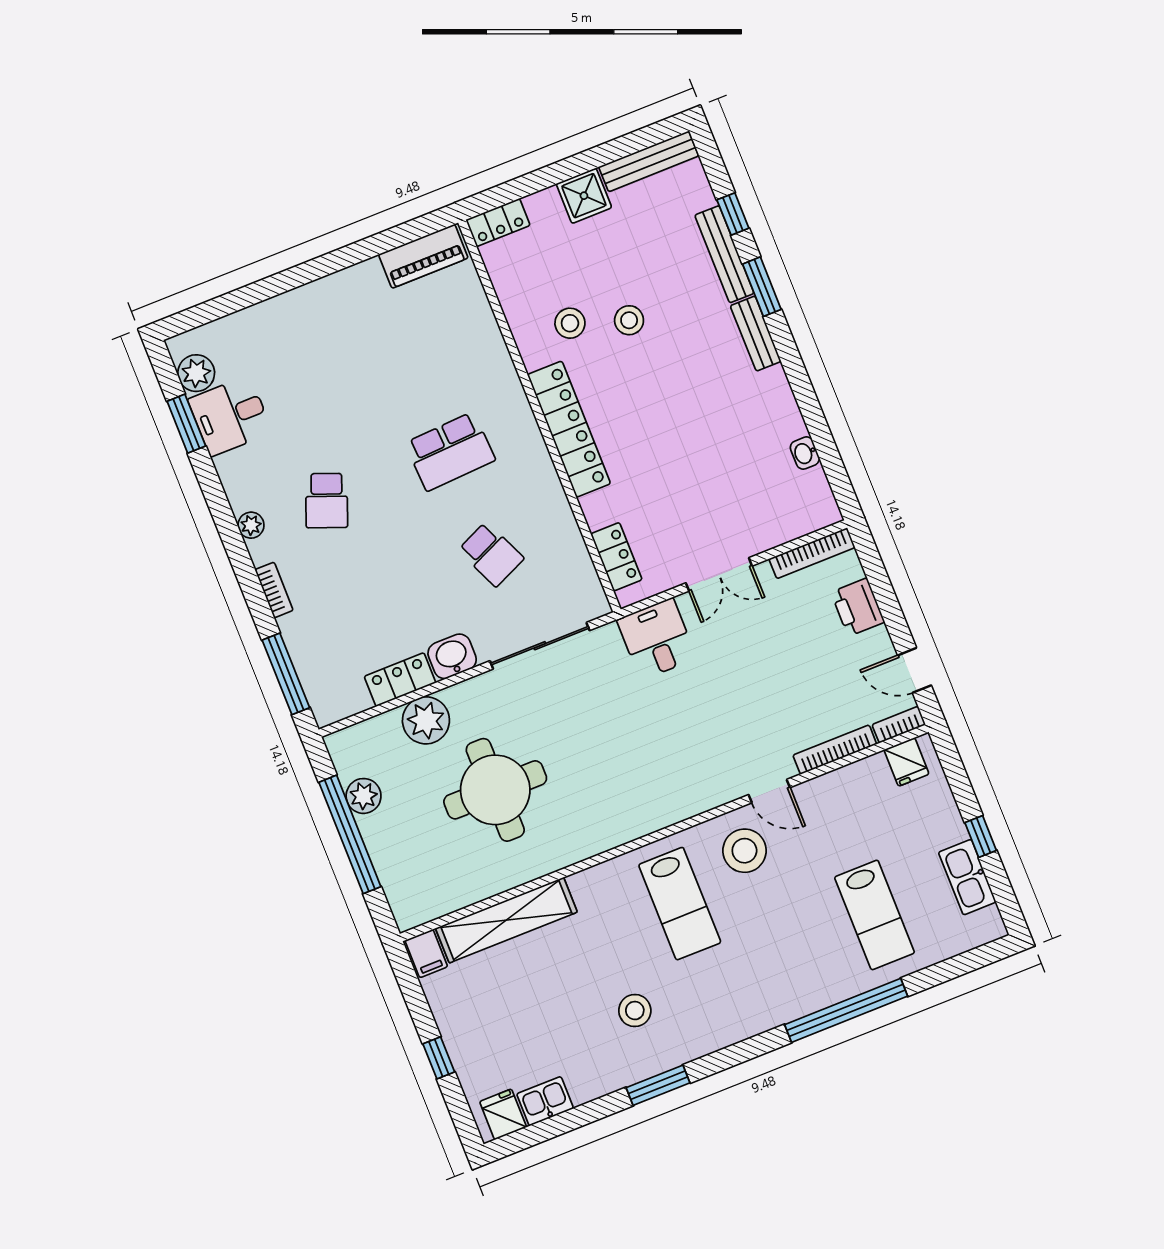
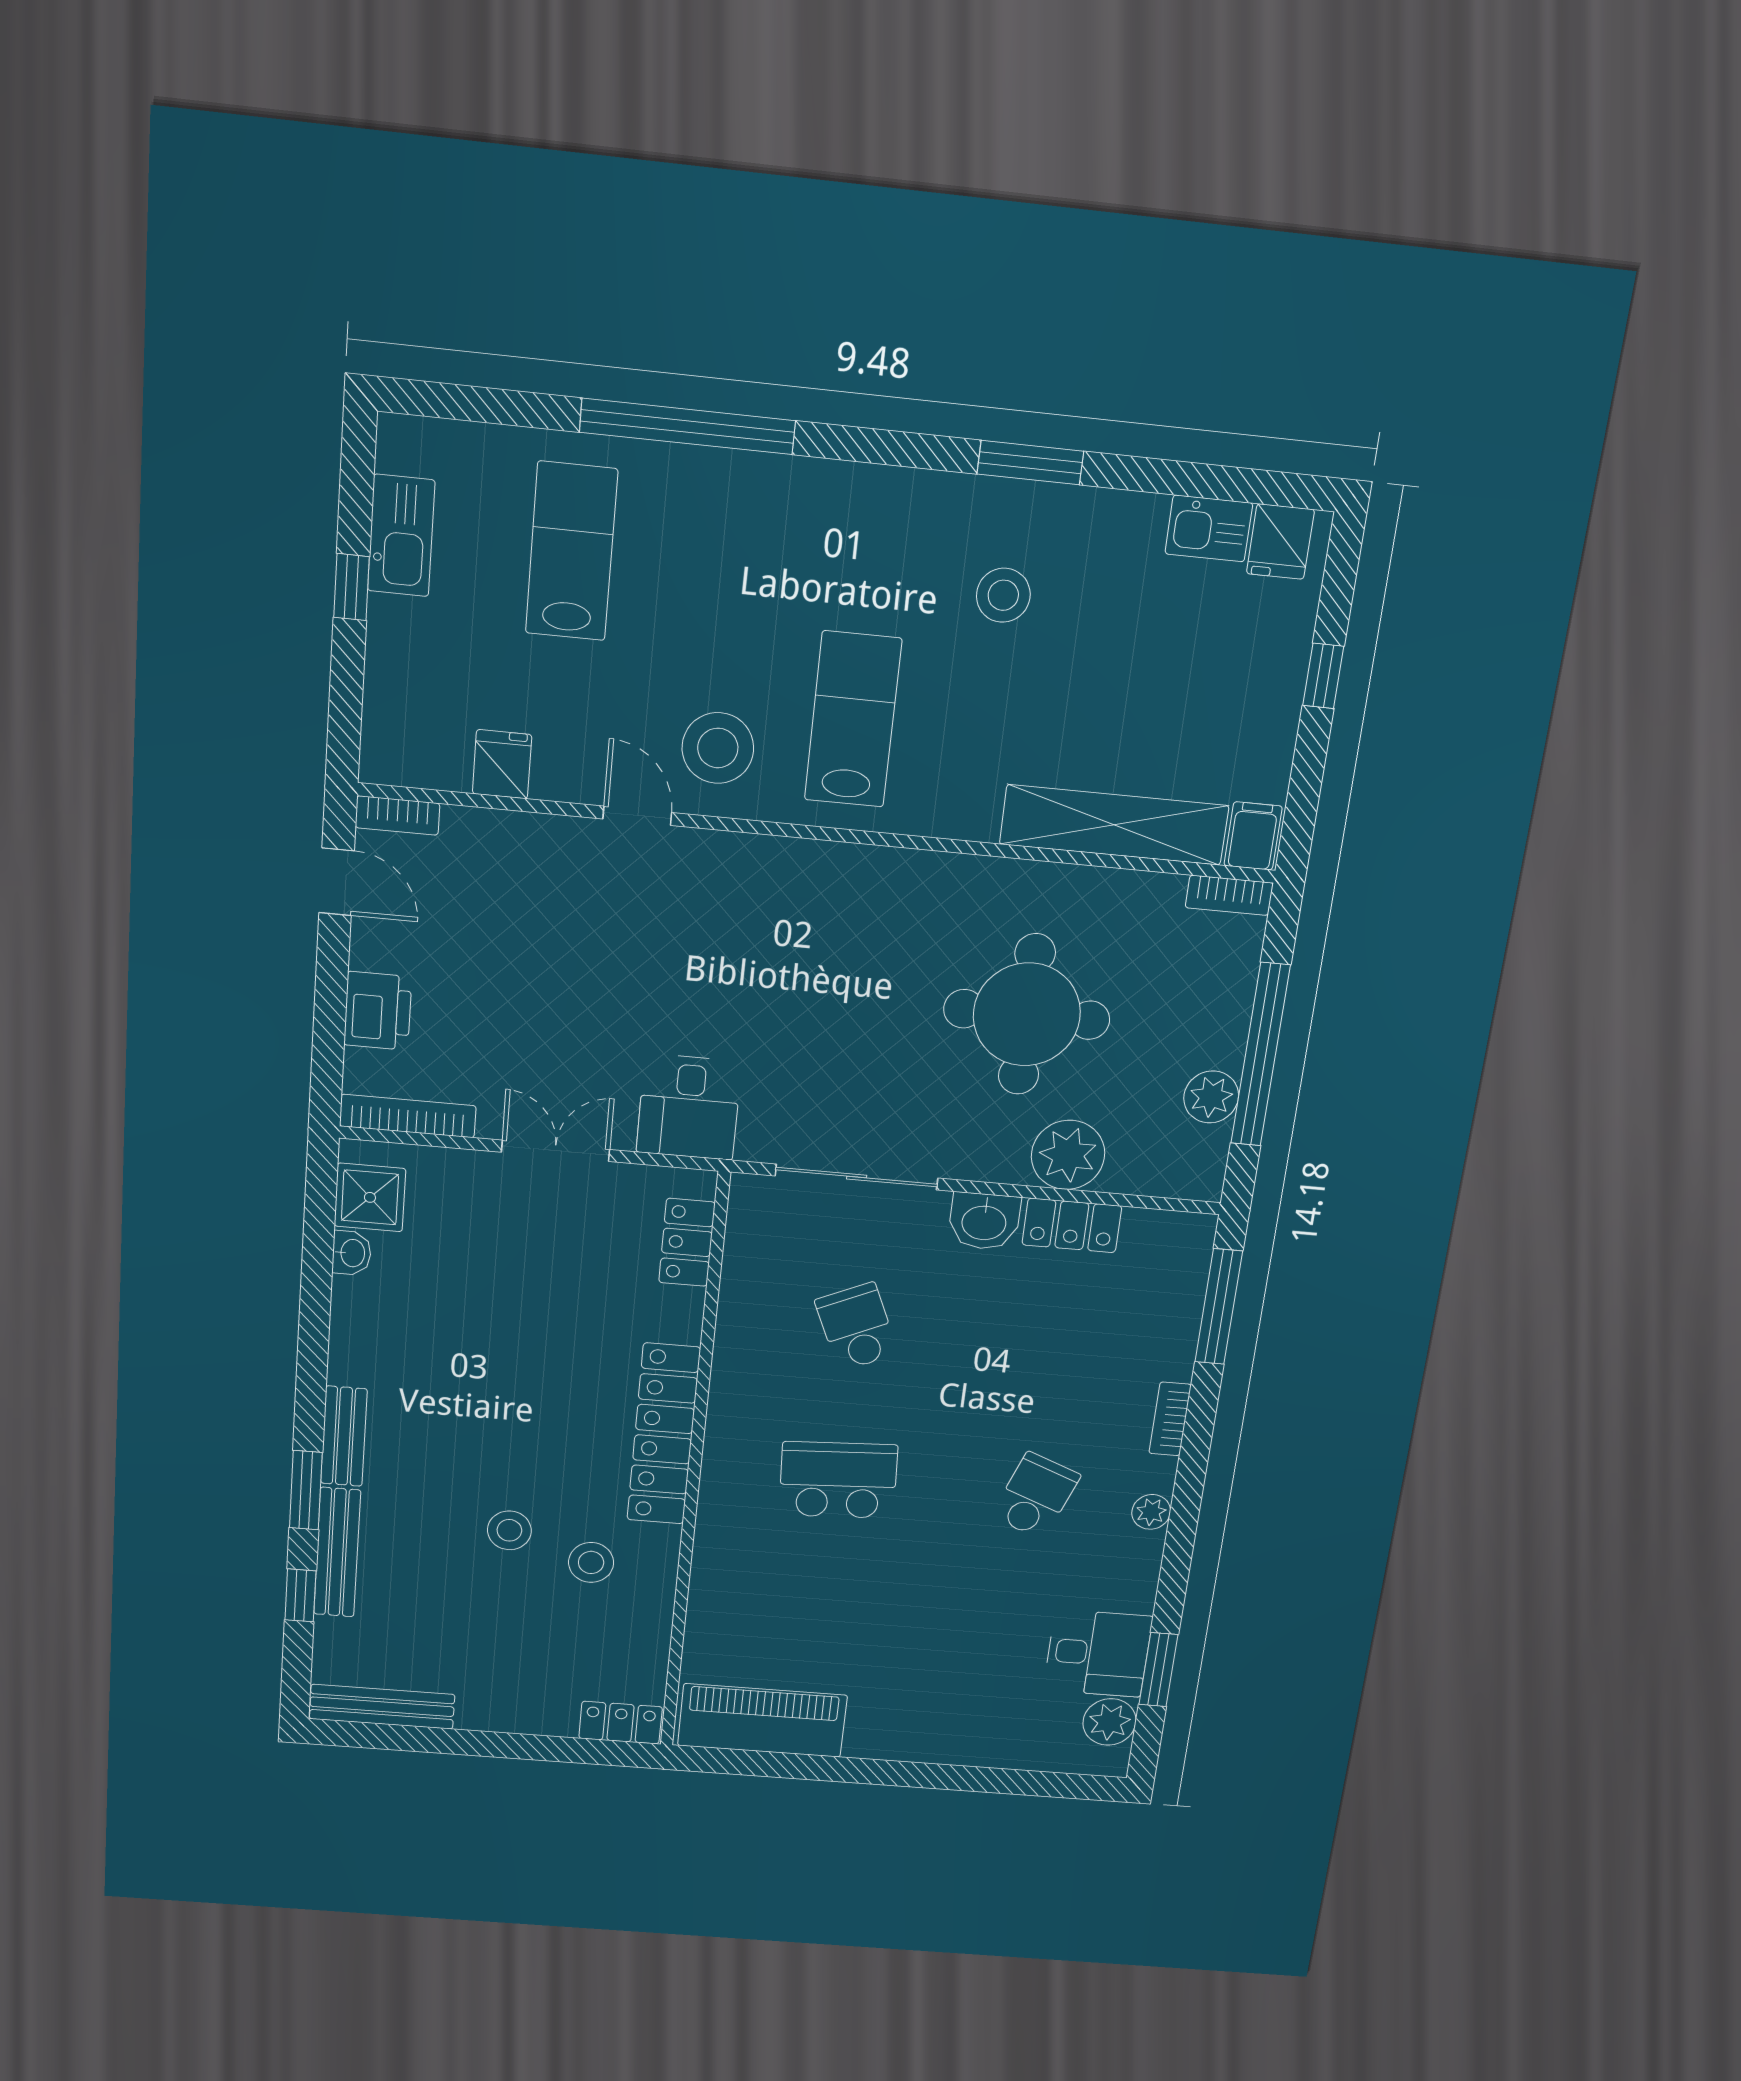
shower: (584, 196) -> (370, 1197), moved
piano: (423, 256) -> (762, 1720), width x1.37, depth x1.33
bookcase: (835, 750) -> (1229, 895), moved, width x0.64
fridge: (906, 762) -> (502, 764), moved

